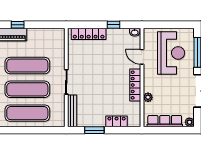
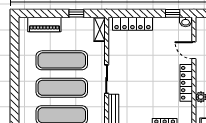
window: (18, 25) -> (76, 13), moved
window: (113, 25) -> (173, 13), moved
shelving: (60, 39) -> (100, 29), added

